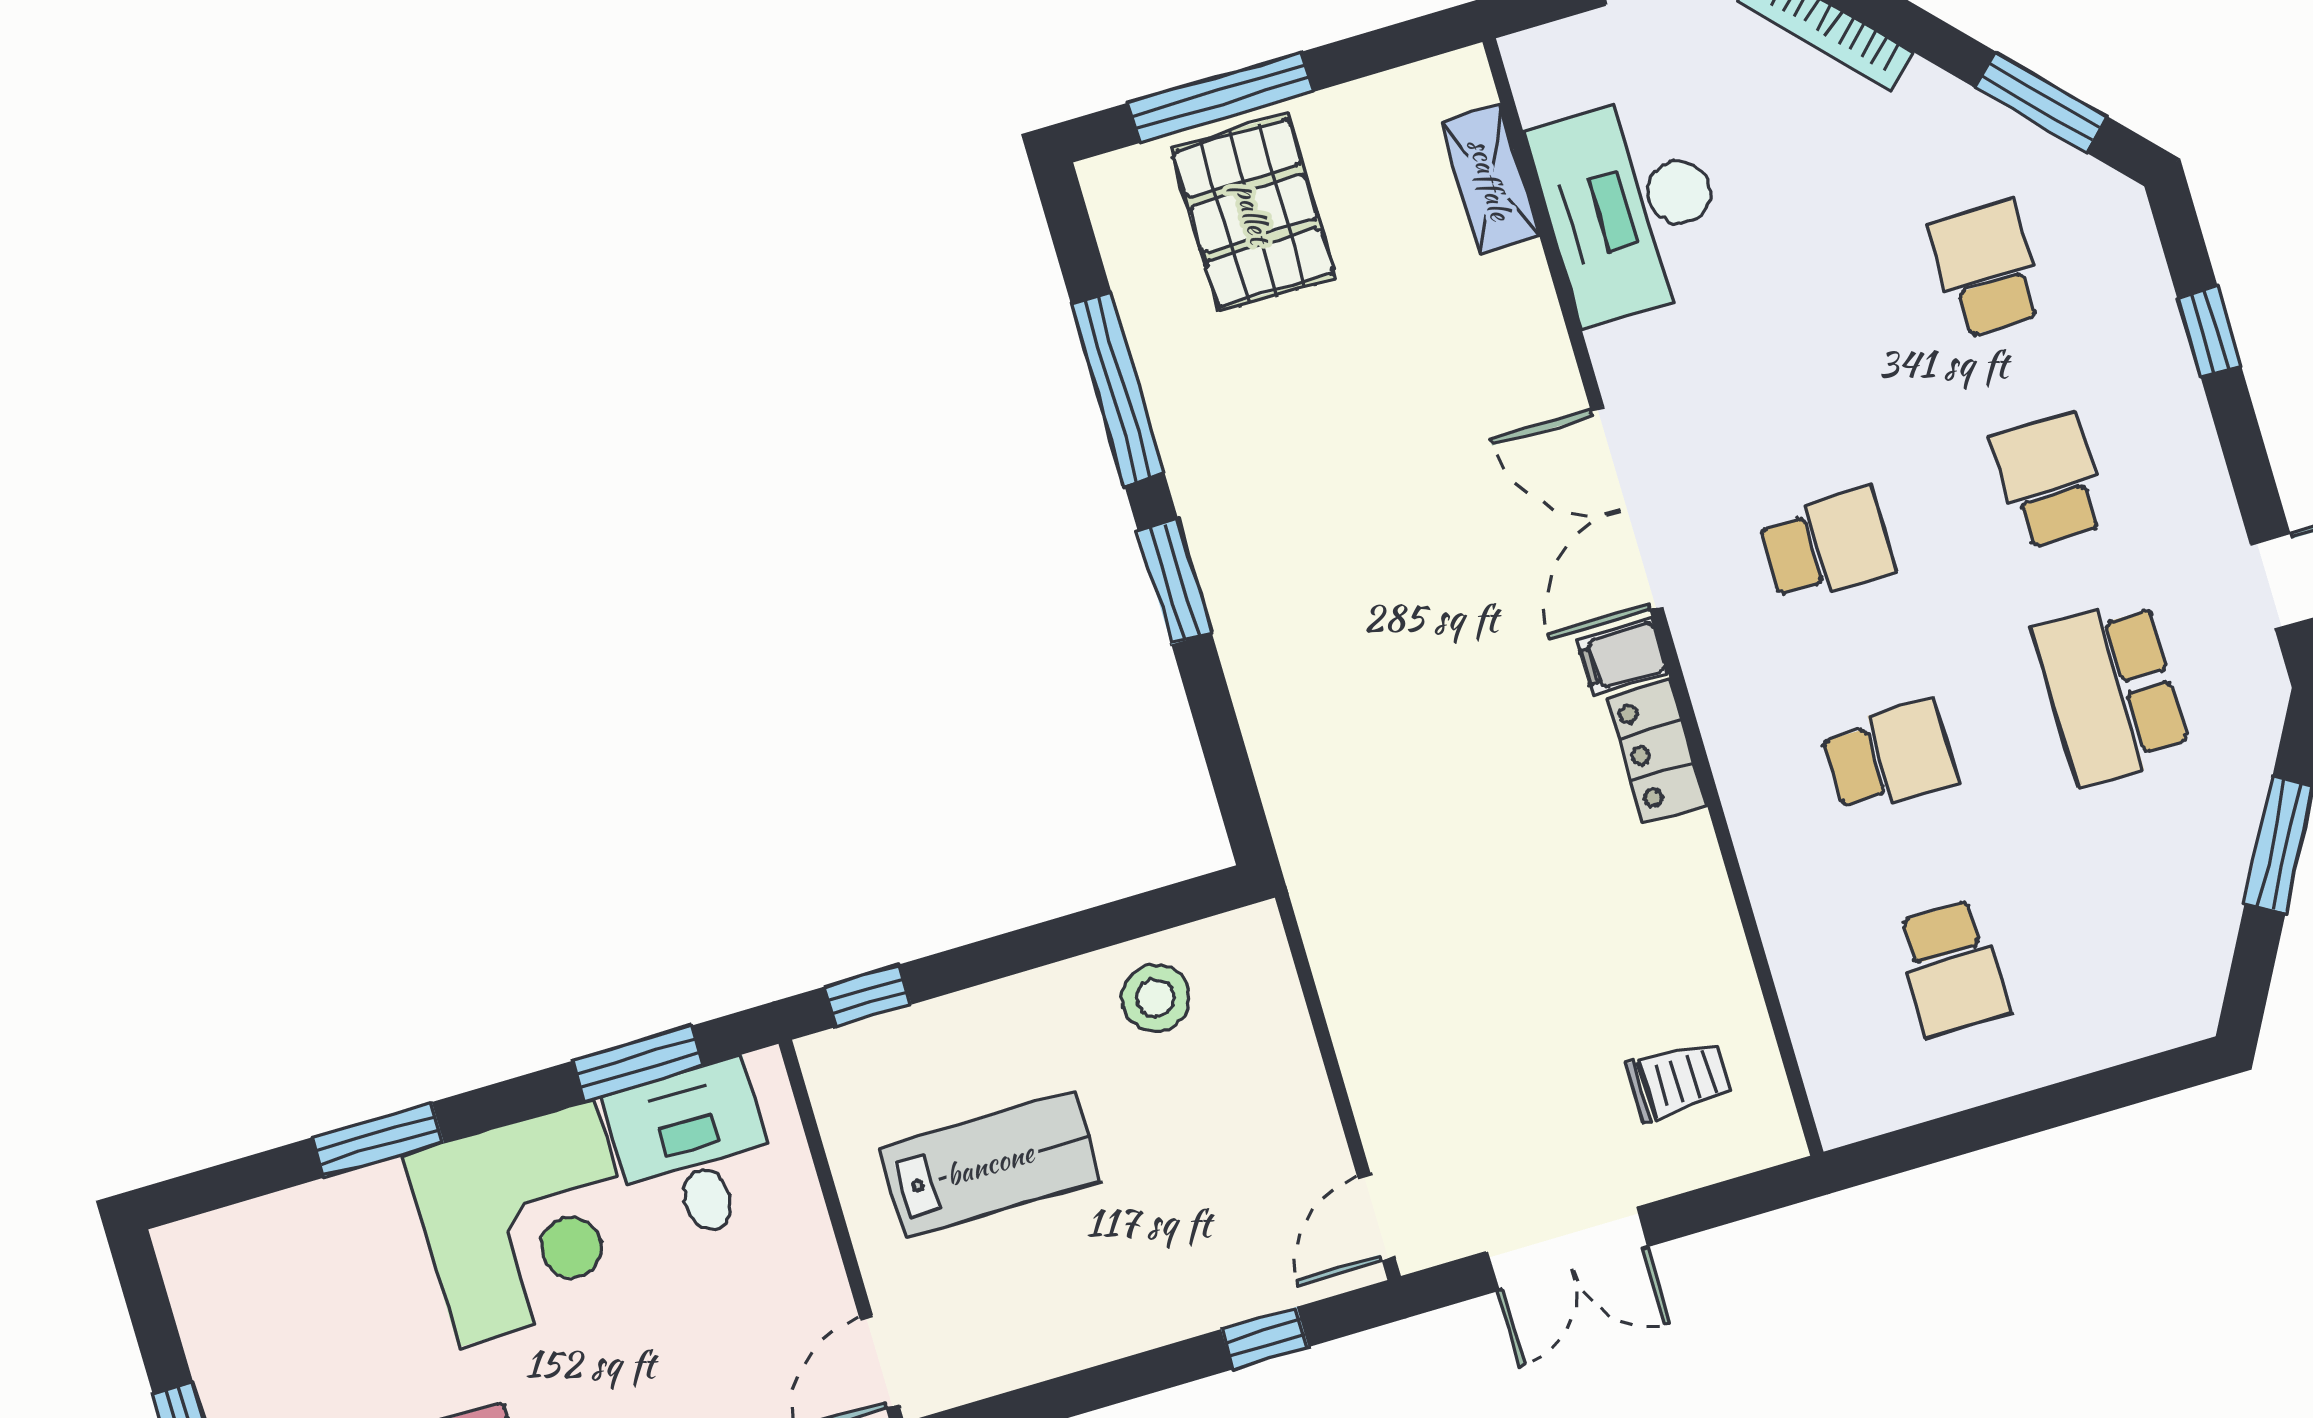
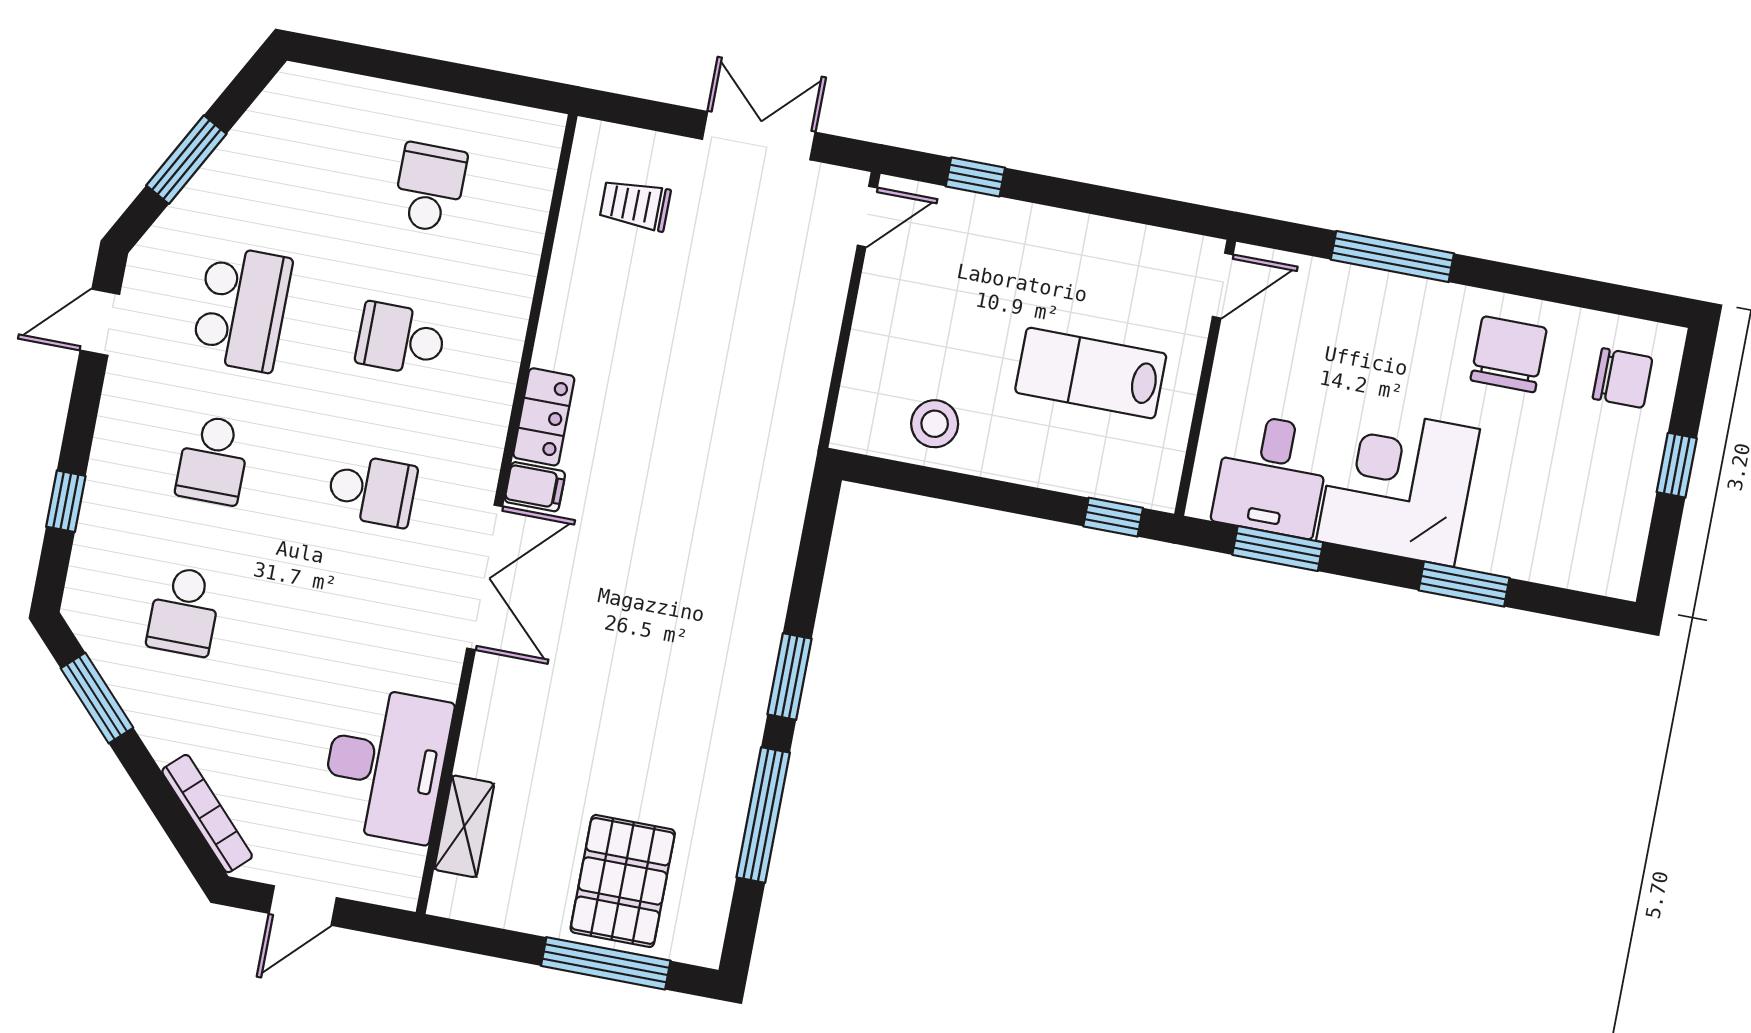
school desk: (1827, 546) -> (372, 490), turned 180

